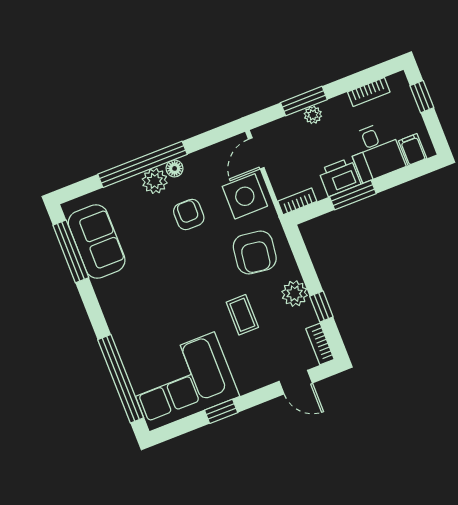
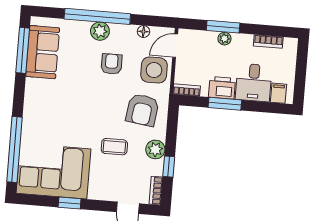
window: (422, 97) -> (302, 62), removed
floor lamp: (175, 168) -> (143, 32), moved
coffee table: (242, 315) -> (114, 147), turned 90

